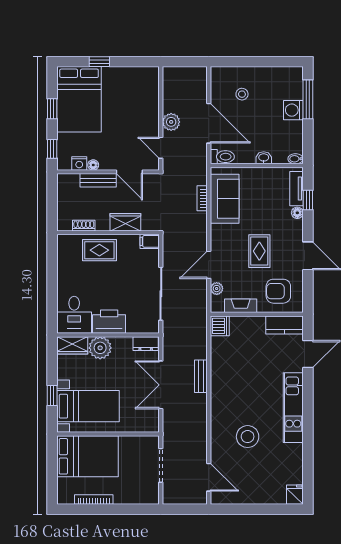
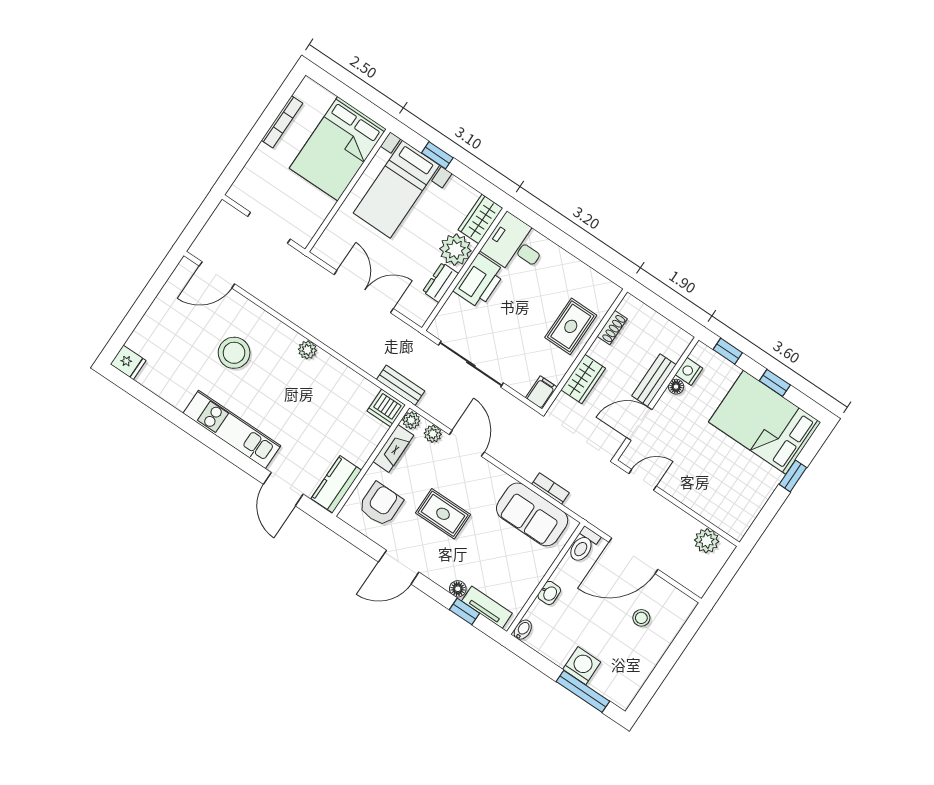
plant: (171, 122) -> (707, 541), moved
plant: (217, 306) -> (411, 420), added
dresser: (146, 344) -> (441, 283), moved
bench: (201, 376) -> (401, 385), moved
plant: (217, 395) -> (307, 350), added

